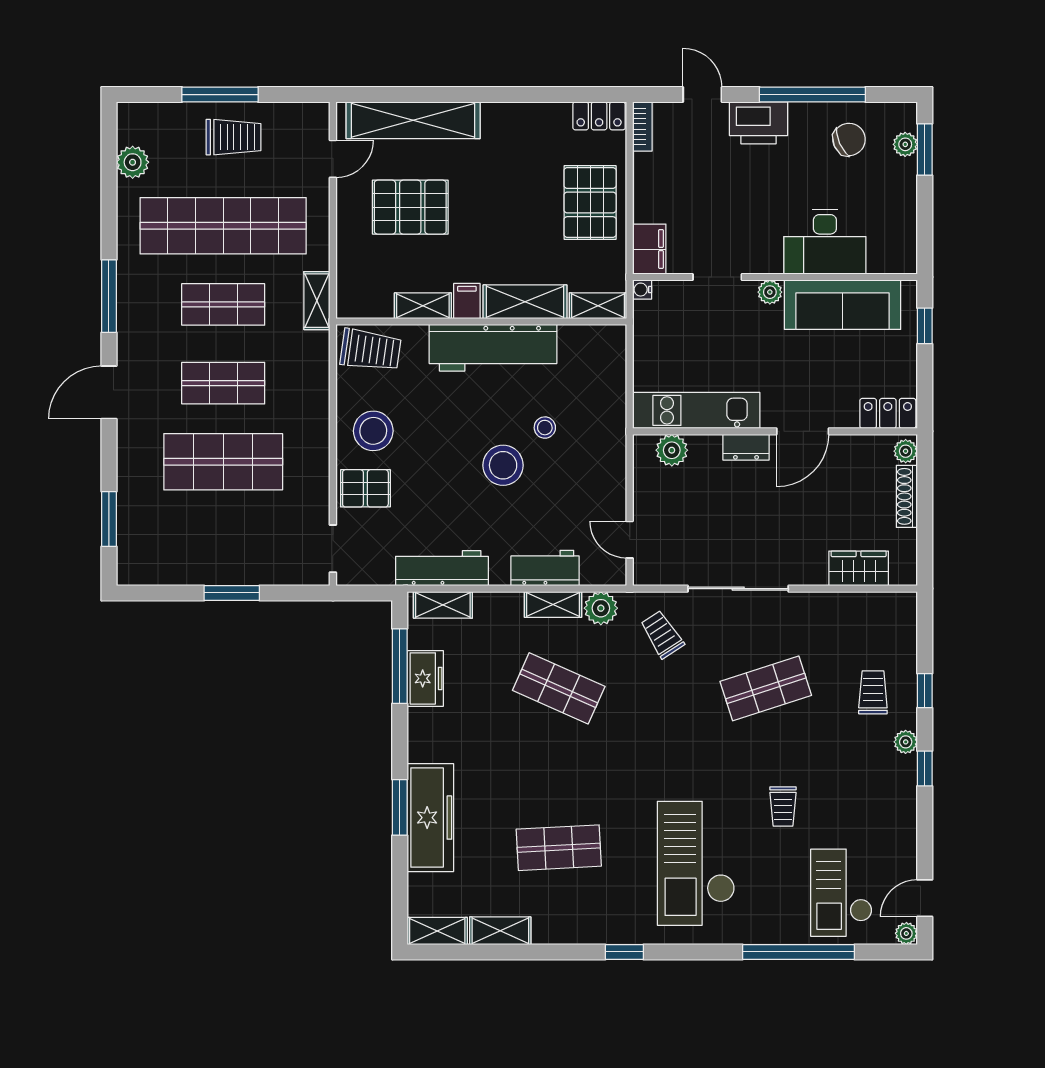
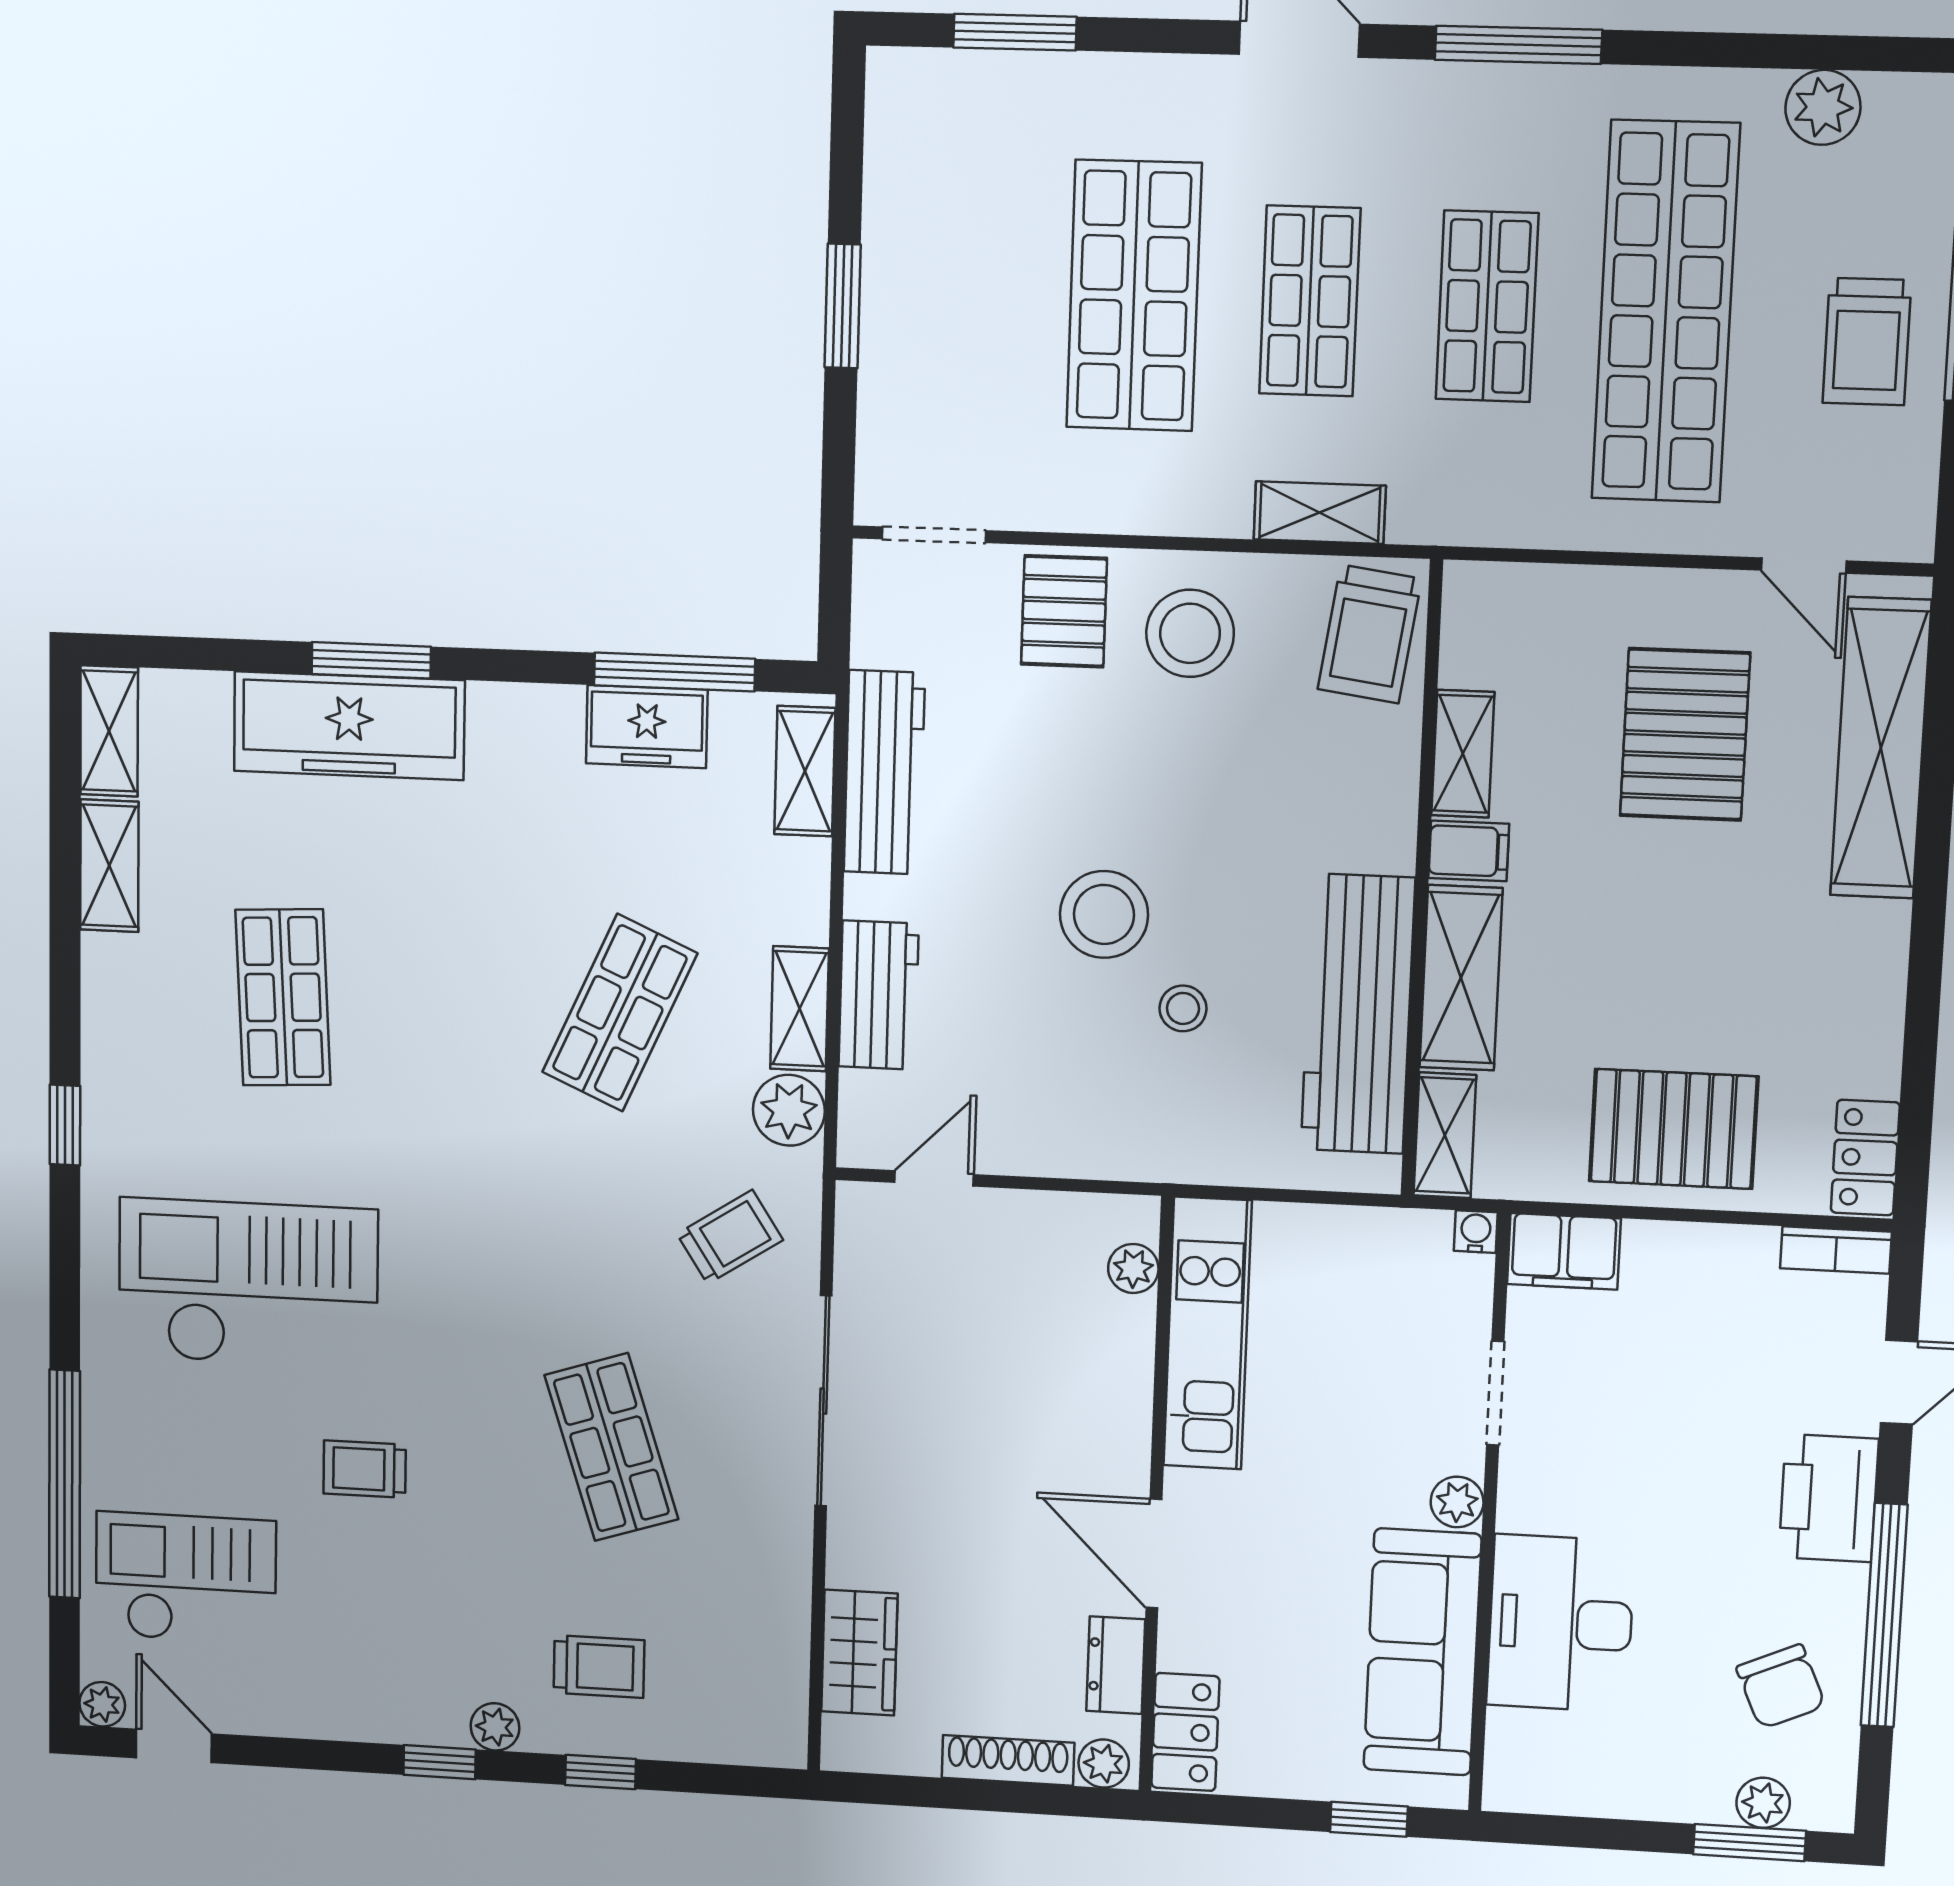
shelving: (317, 301) -> (1320, 513), moved
workbench: (493, 348) -> (1358, 1014), moved
dresser: (746, 447) -> (1116, 1665), moved
plant: (672, 450) -> (1133, 1268), width x0.73, depth x0.73

